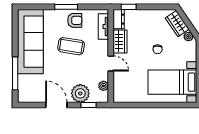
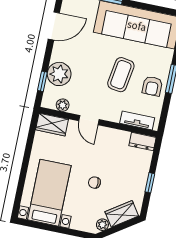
window: (129, 7) -> (150, 183), moved
wardrobe: (120, 41) -> (52, 125), moved
door: (111, 63) -> (89, 120), hinge flipped
door: (56, 105) -> (54, 26), moved

